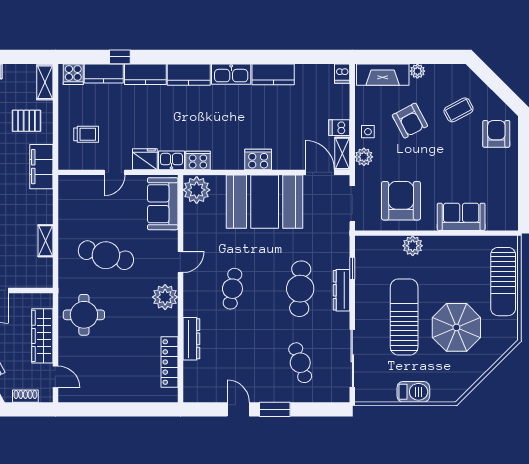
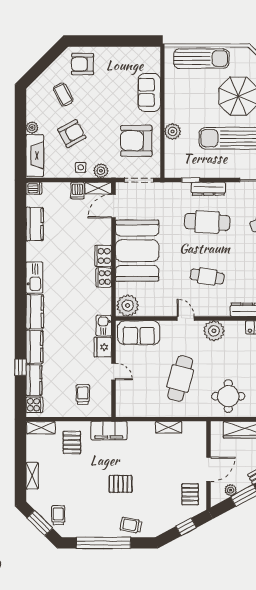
kitchen counter: (273, 74) -> (35, 224), moved
cooker: (198, 160) -> (104, 277), moved

